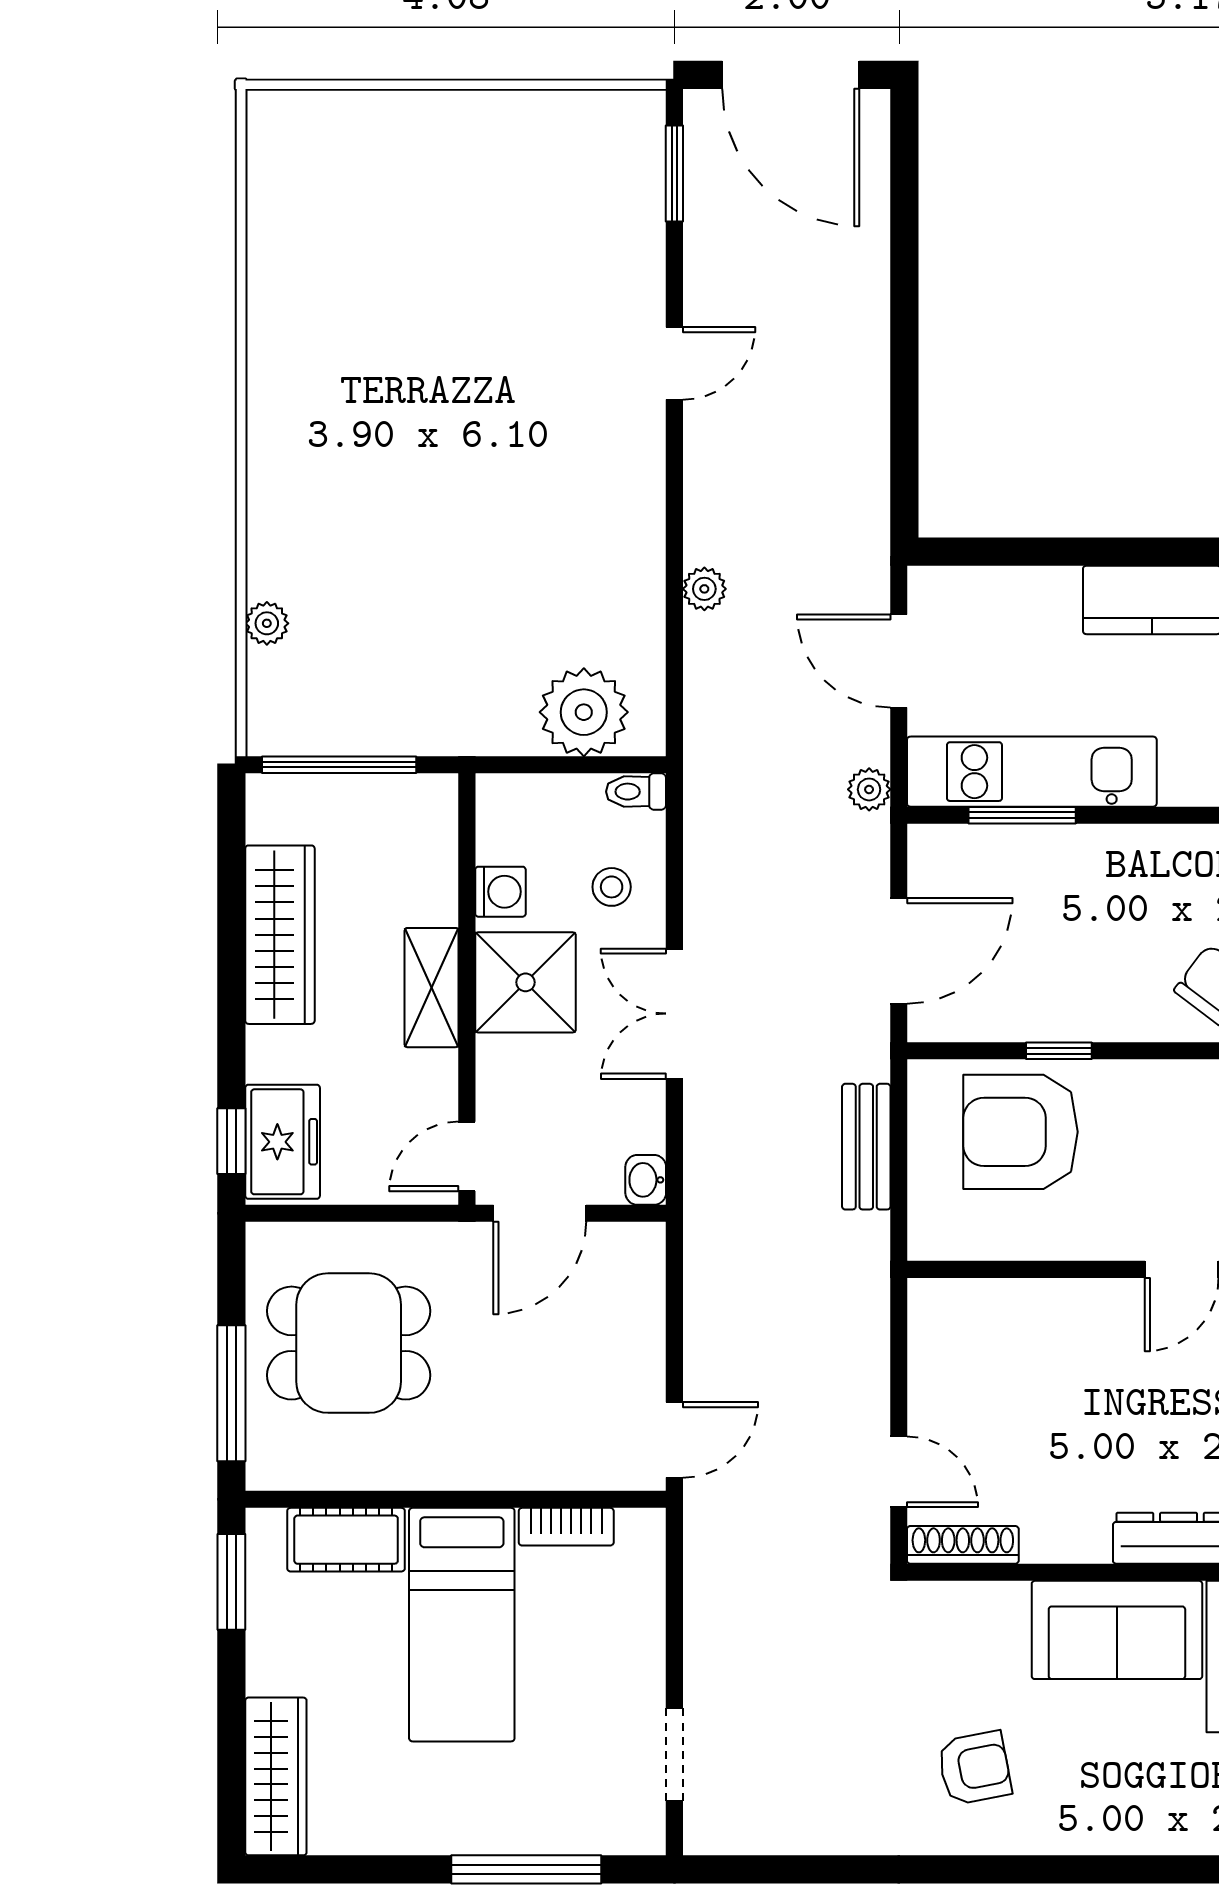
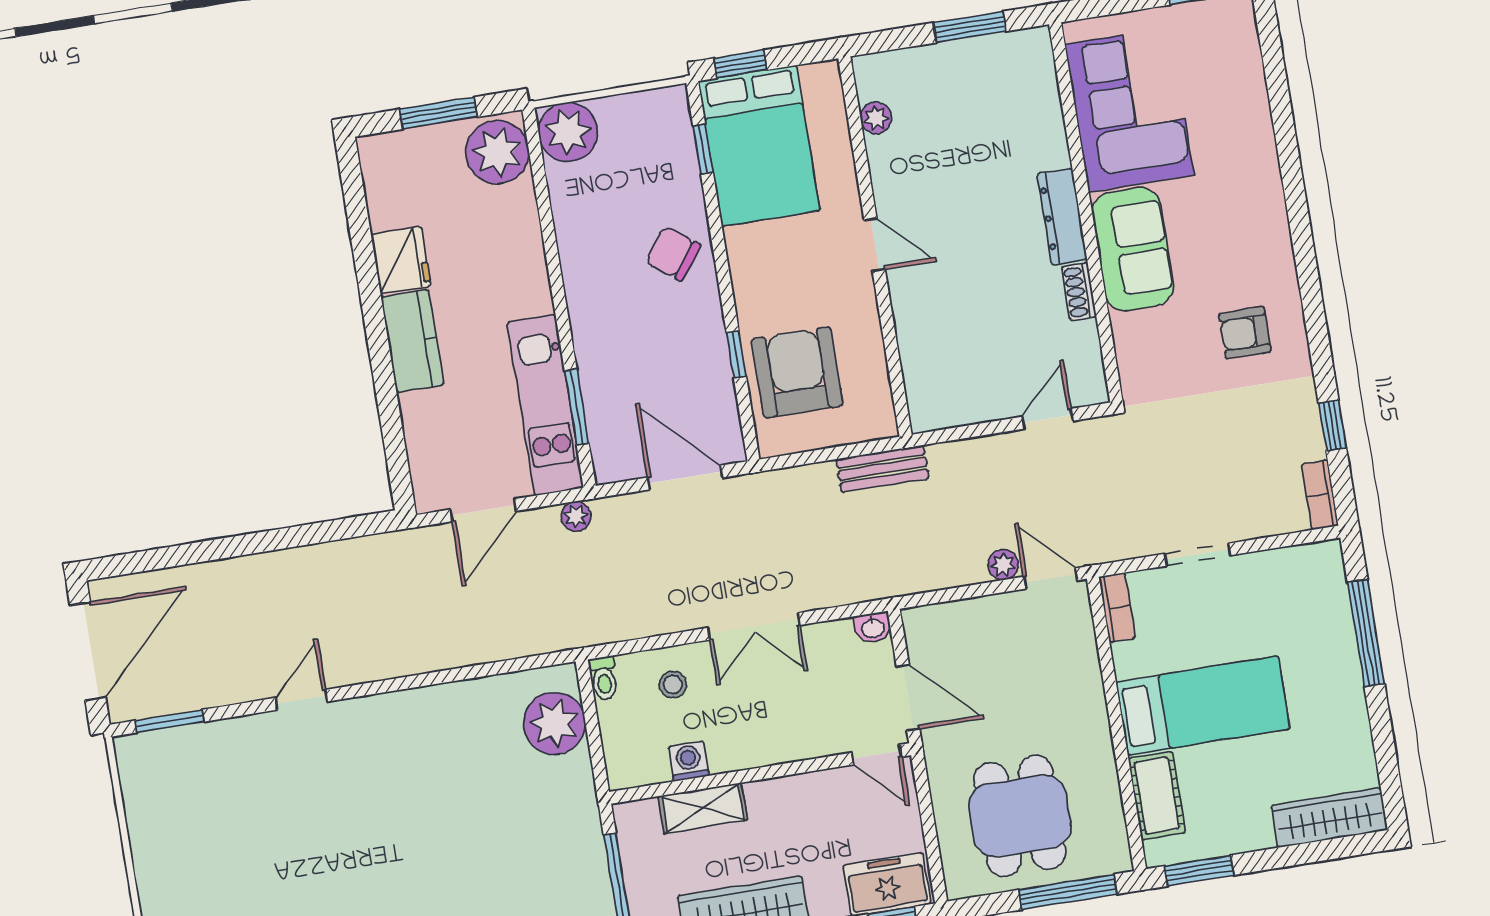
door: (674, 363) -> (302, 700), hinge flipped
plant: (704, 589) -> (1003, 565), moved
shower: (526, 982) -> (749, 734), removed
shelving: (432, 988) -> (703, 808), moved
armchair: (1021, 1132) -> (797, 372), turned 180
bench: (866, 1147) -> (883, 469), moved
bookcase: (566, 1527) -> (1117, 607), moved
shoe rack: (963, 1545) -> (1079, 292), moved, width x0.70
doorway: (674, 1755) -> (1198, 555), moved
armchair: (974, 1768) -> (1245, 333), turned -79
bookcase: (730, 1836) -> (1320, 495), added
window: (825, 1869) -> (1332, 425), added

